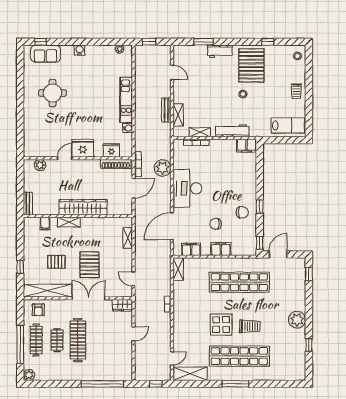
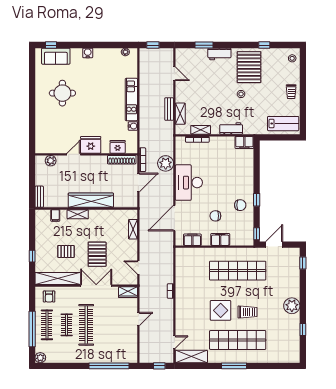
workbench: (232, 131) -> (231, 128), width x0.73
shelving: (178, 269) -> (180, 258), removed

